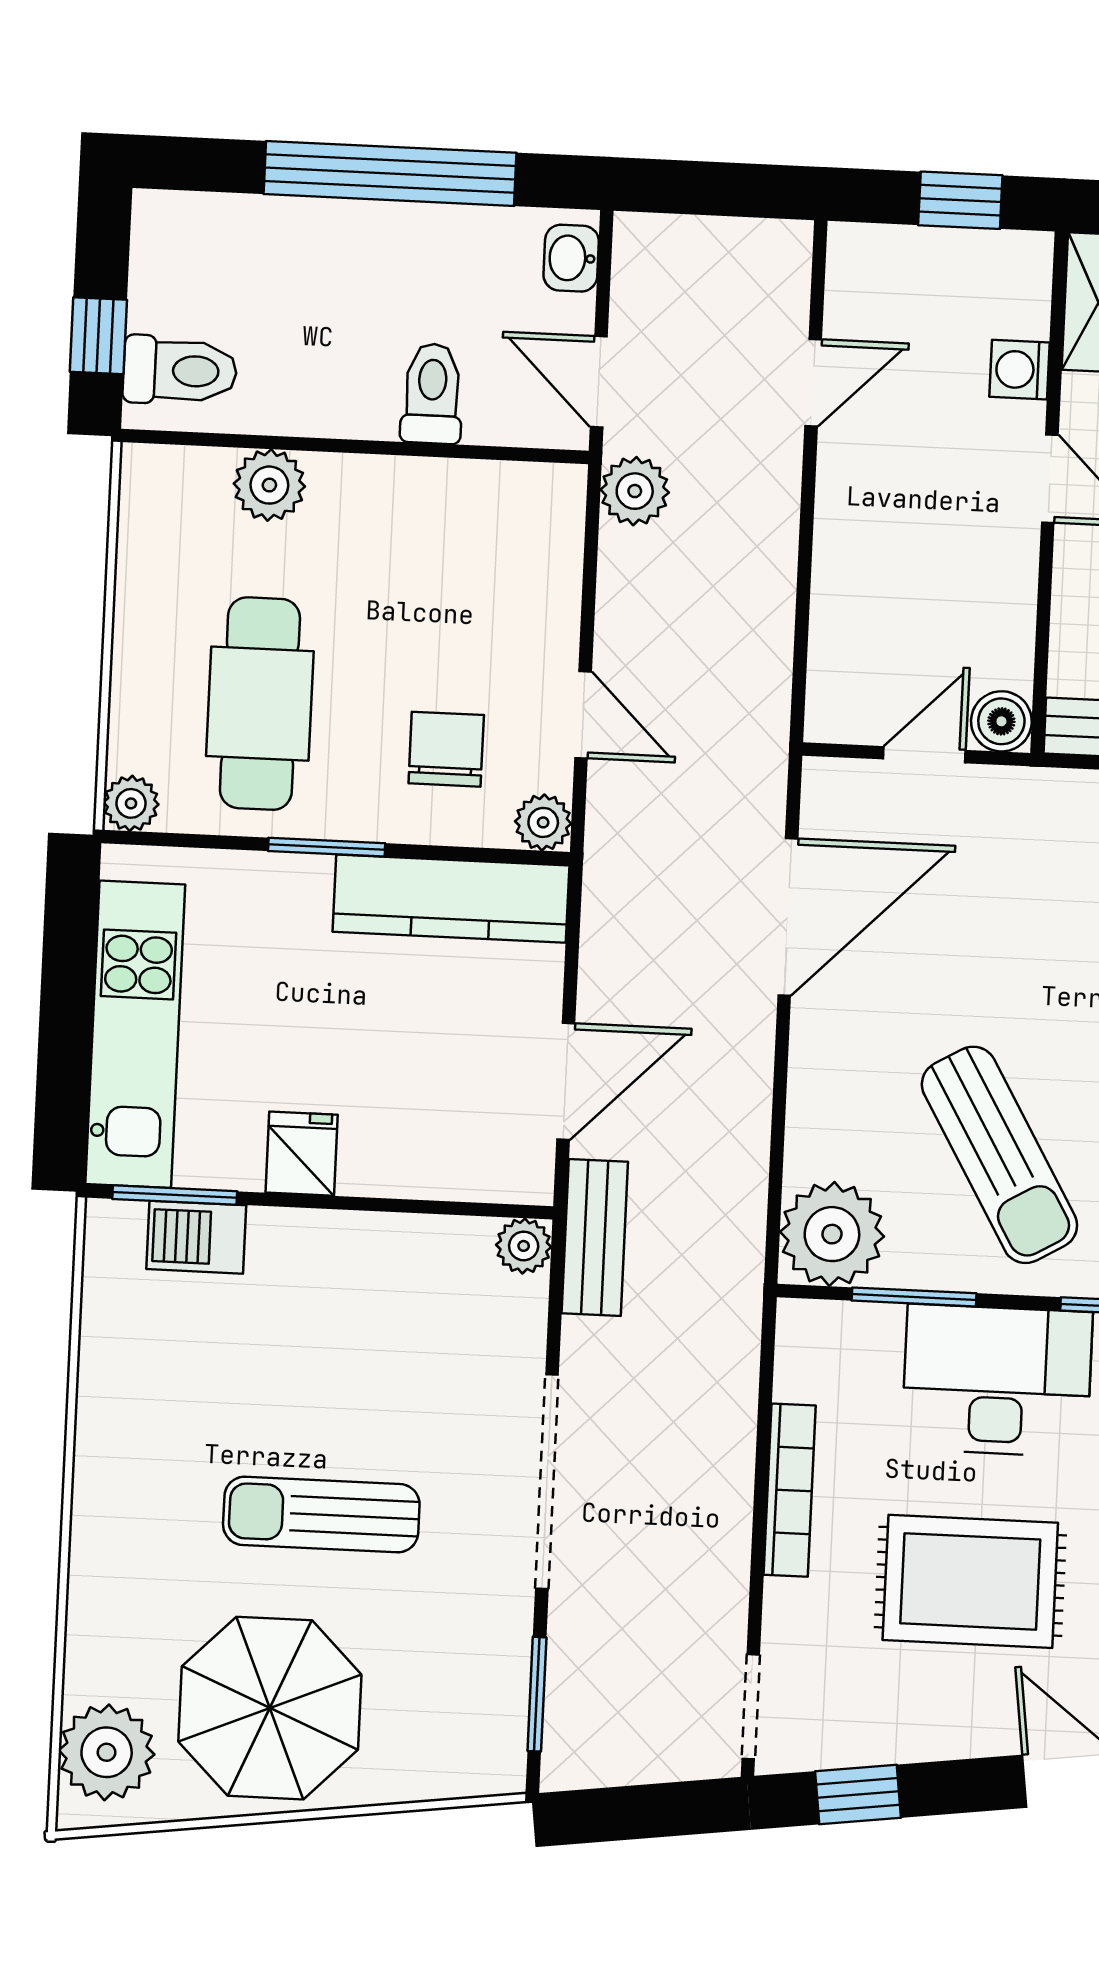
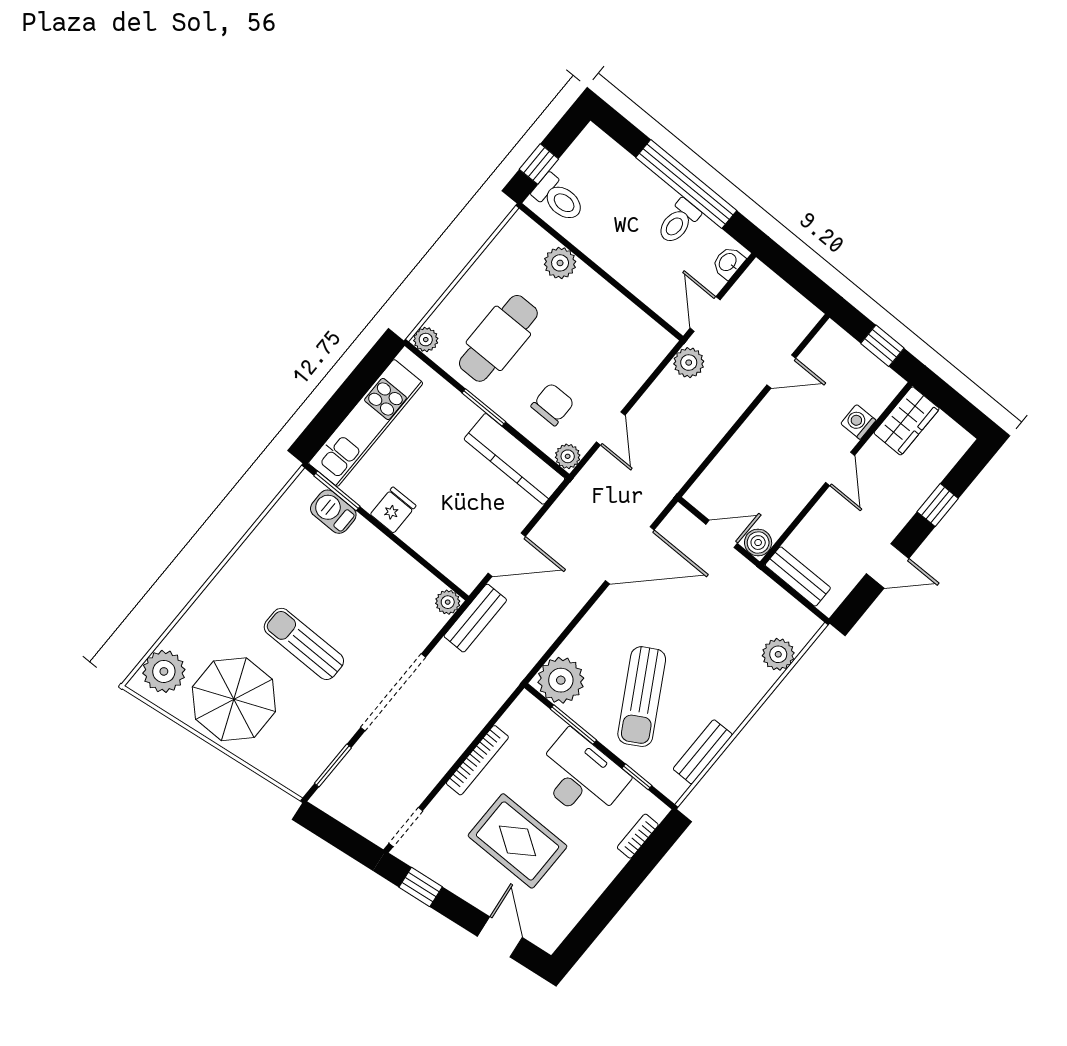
toilet: (432, 394) -> (678, 222), moved, turned 180

